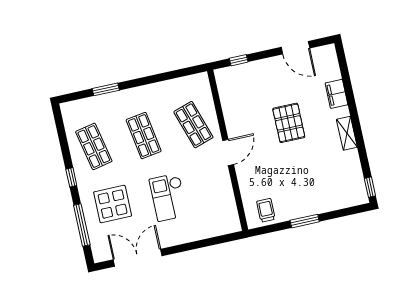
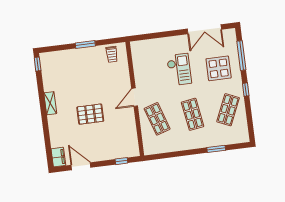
filing cabinet: (336, 94) -> (58, 157), moved
pallet: (289, 123) -> (90, 114), turned 90
shop shelf: (94, 146) -> (228, 110), turned 36

